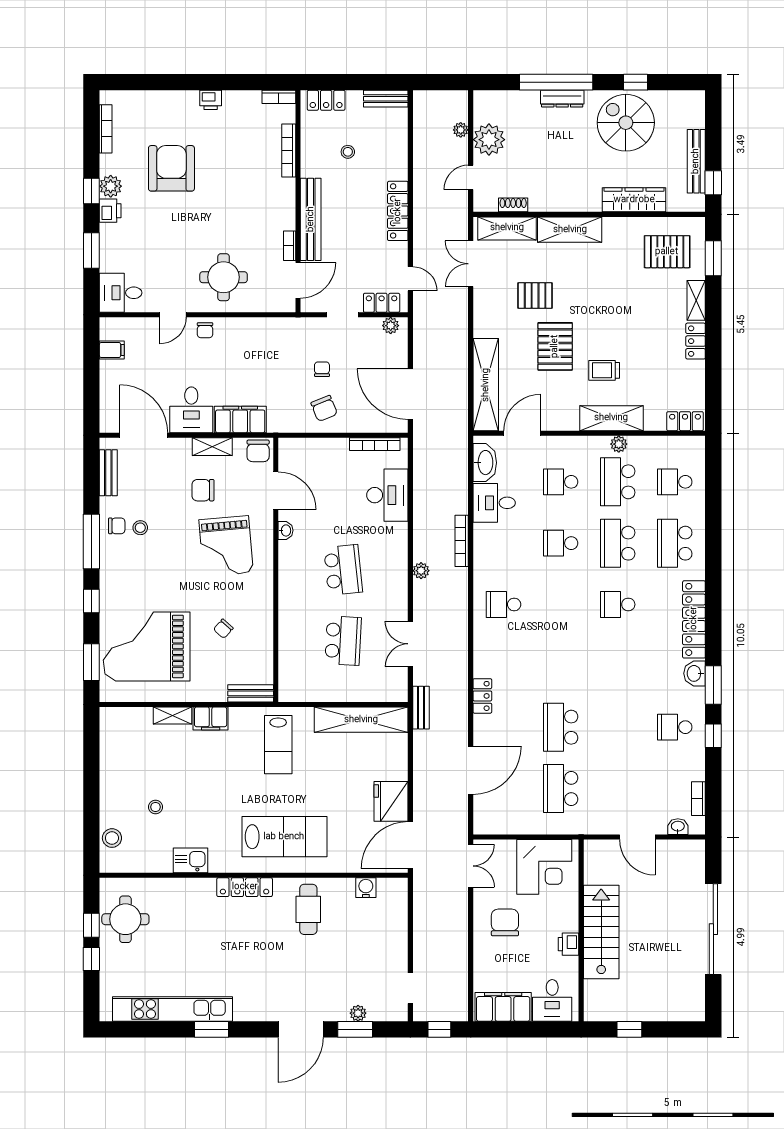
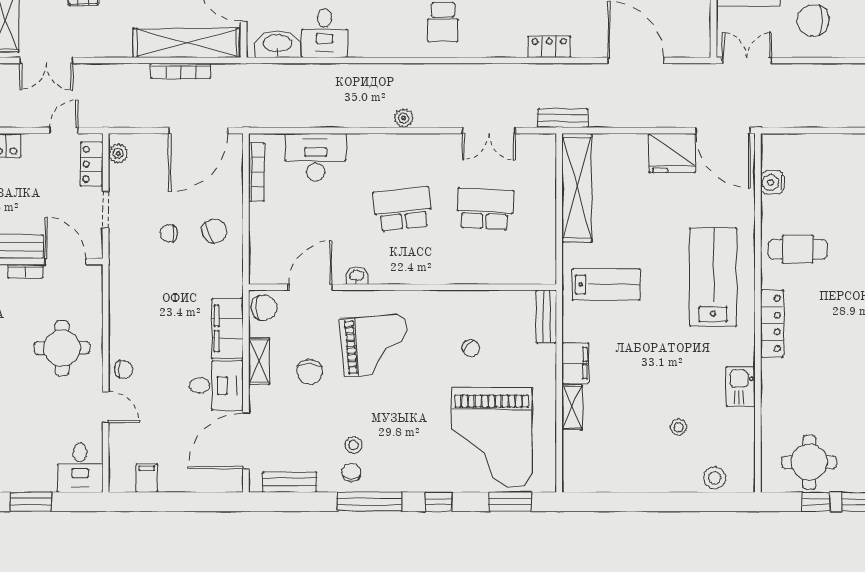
bookcase: (462, 541) -> (181, 71), moved

